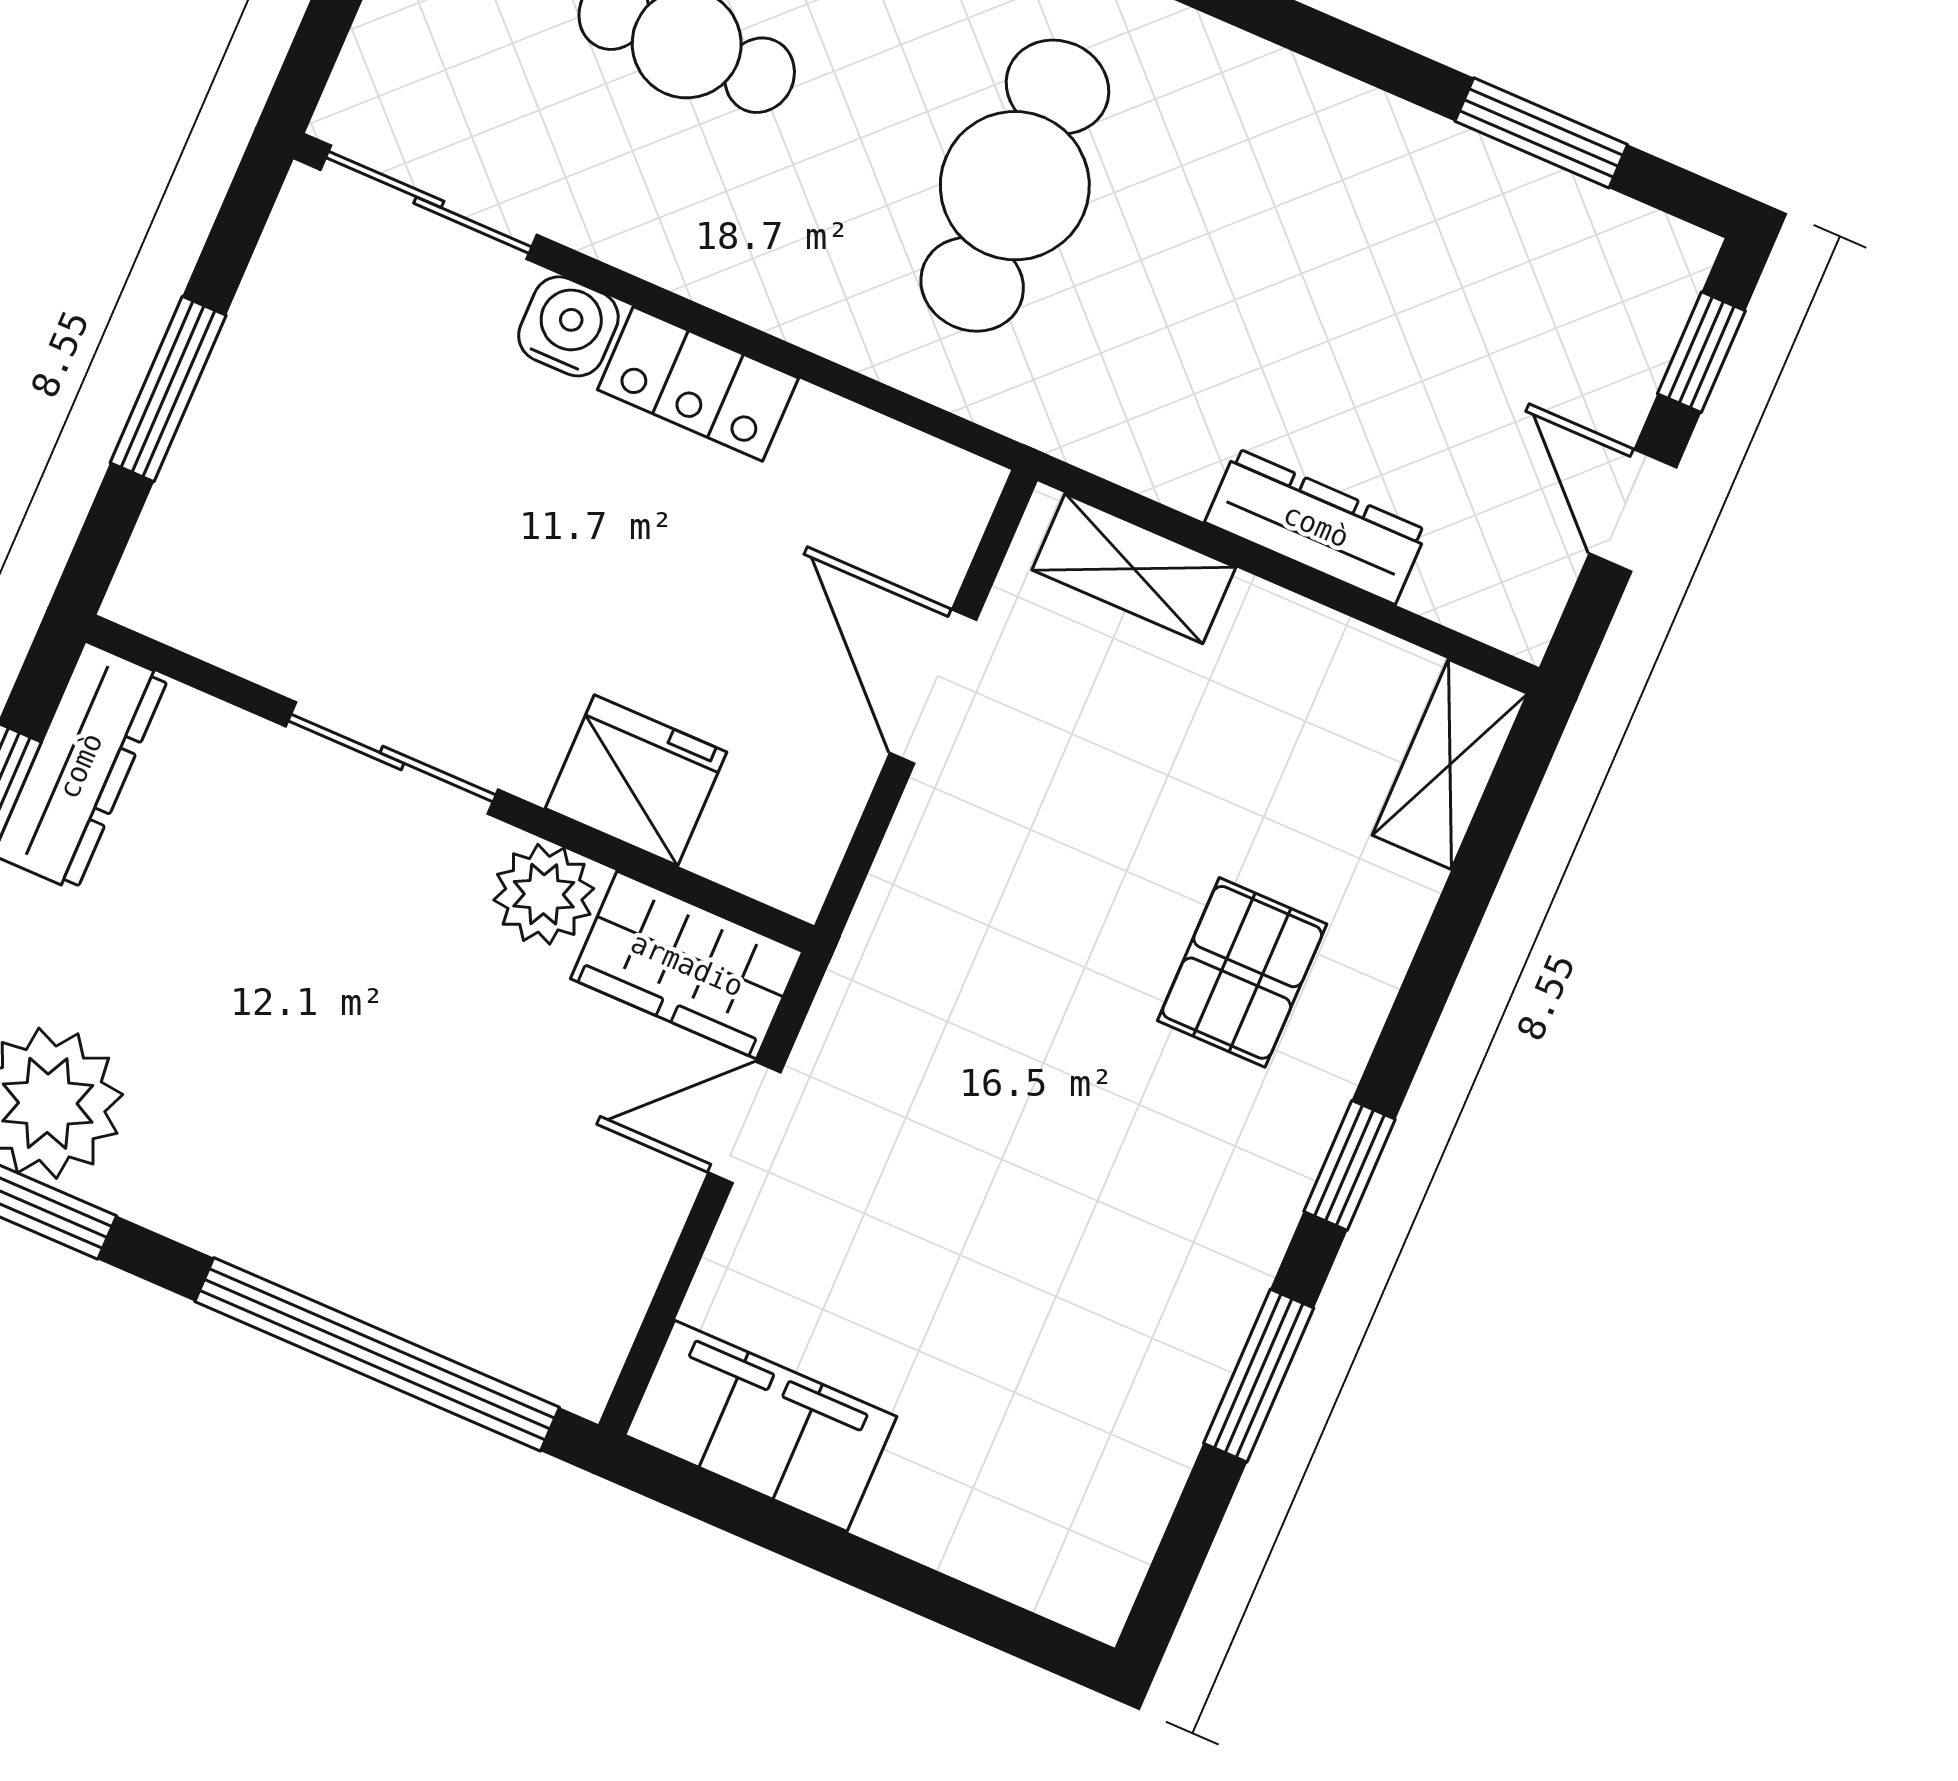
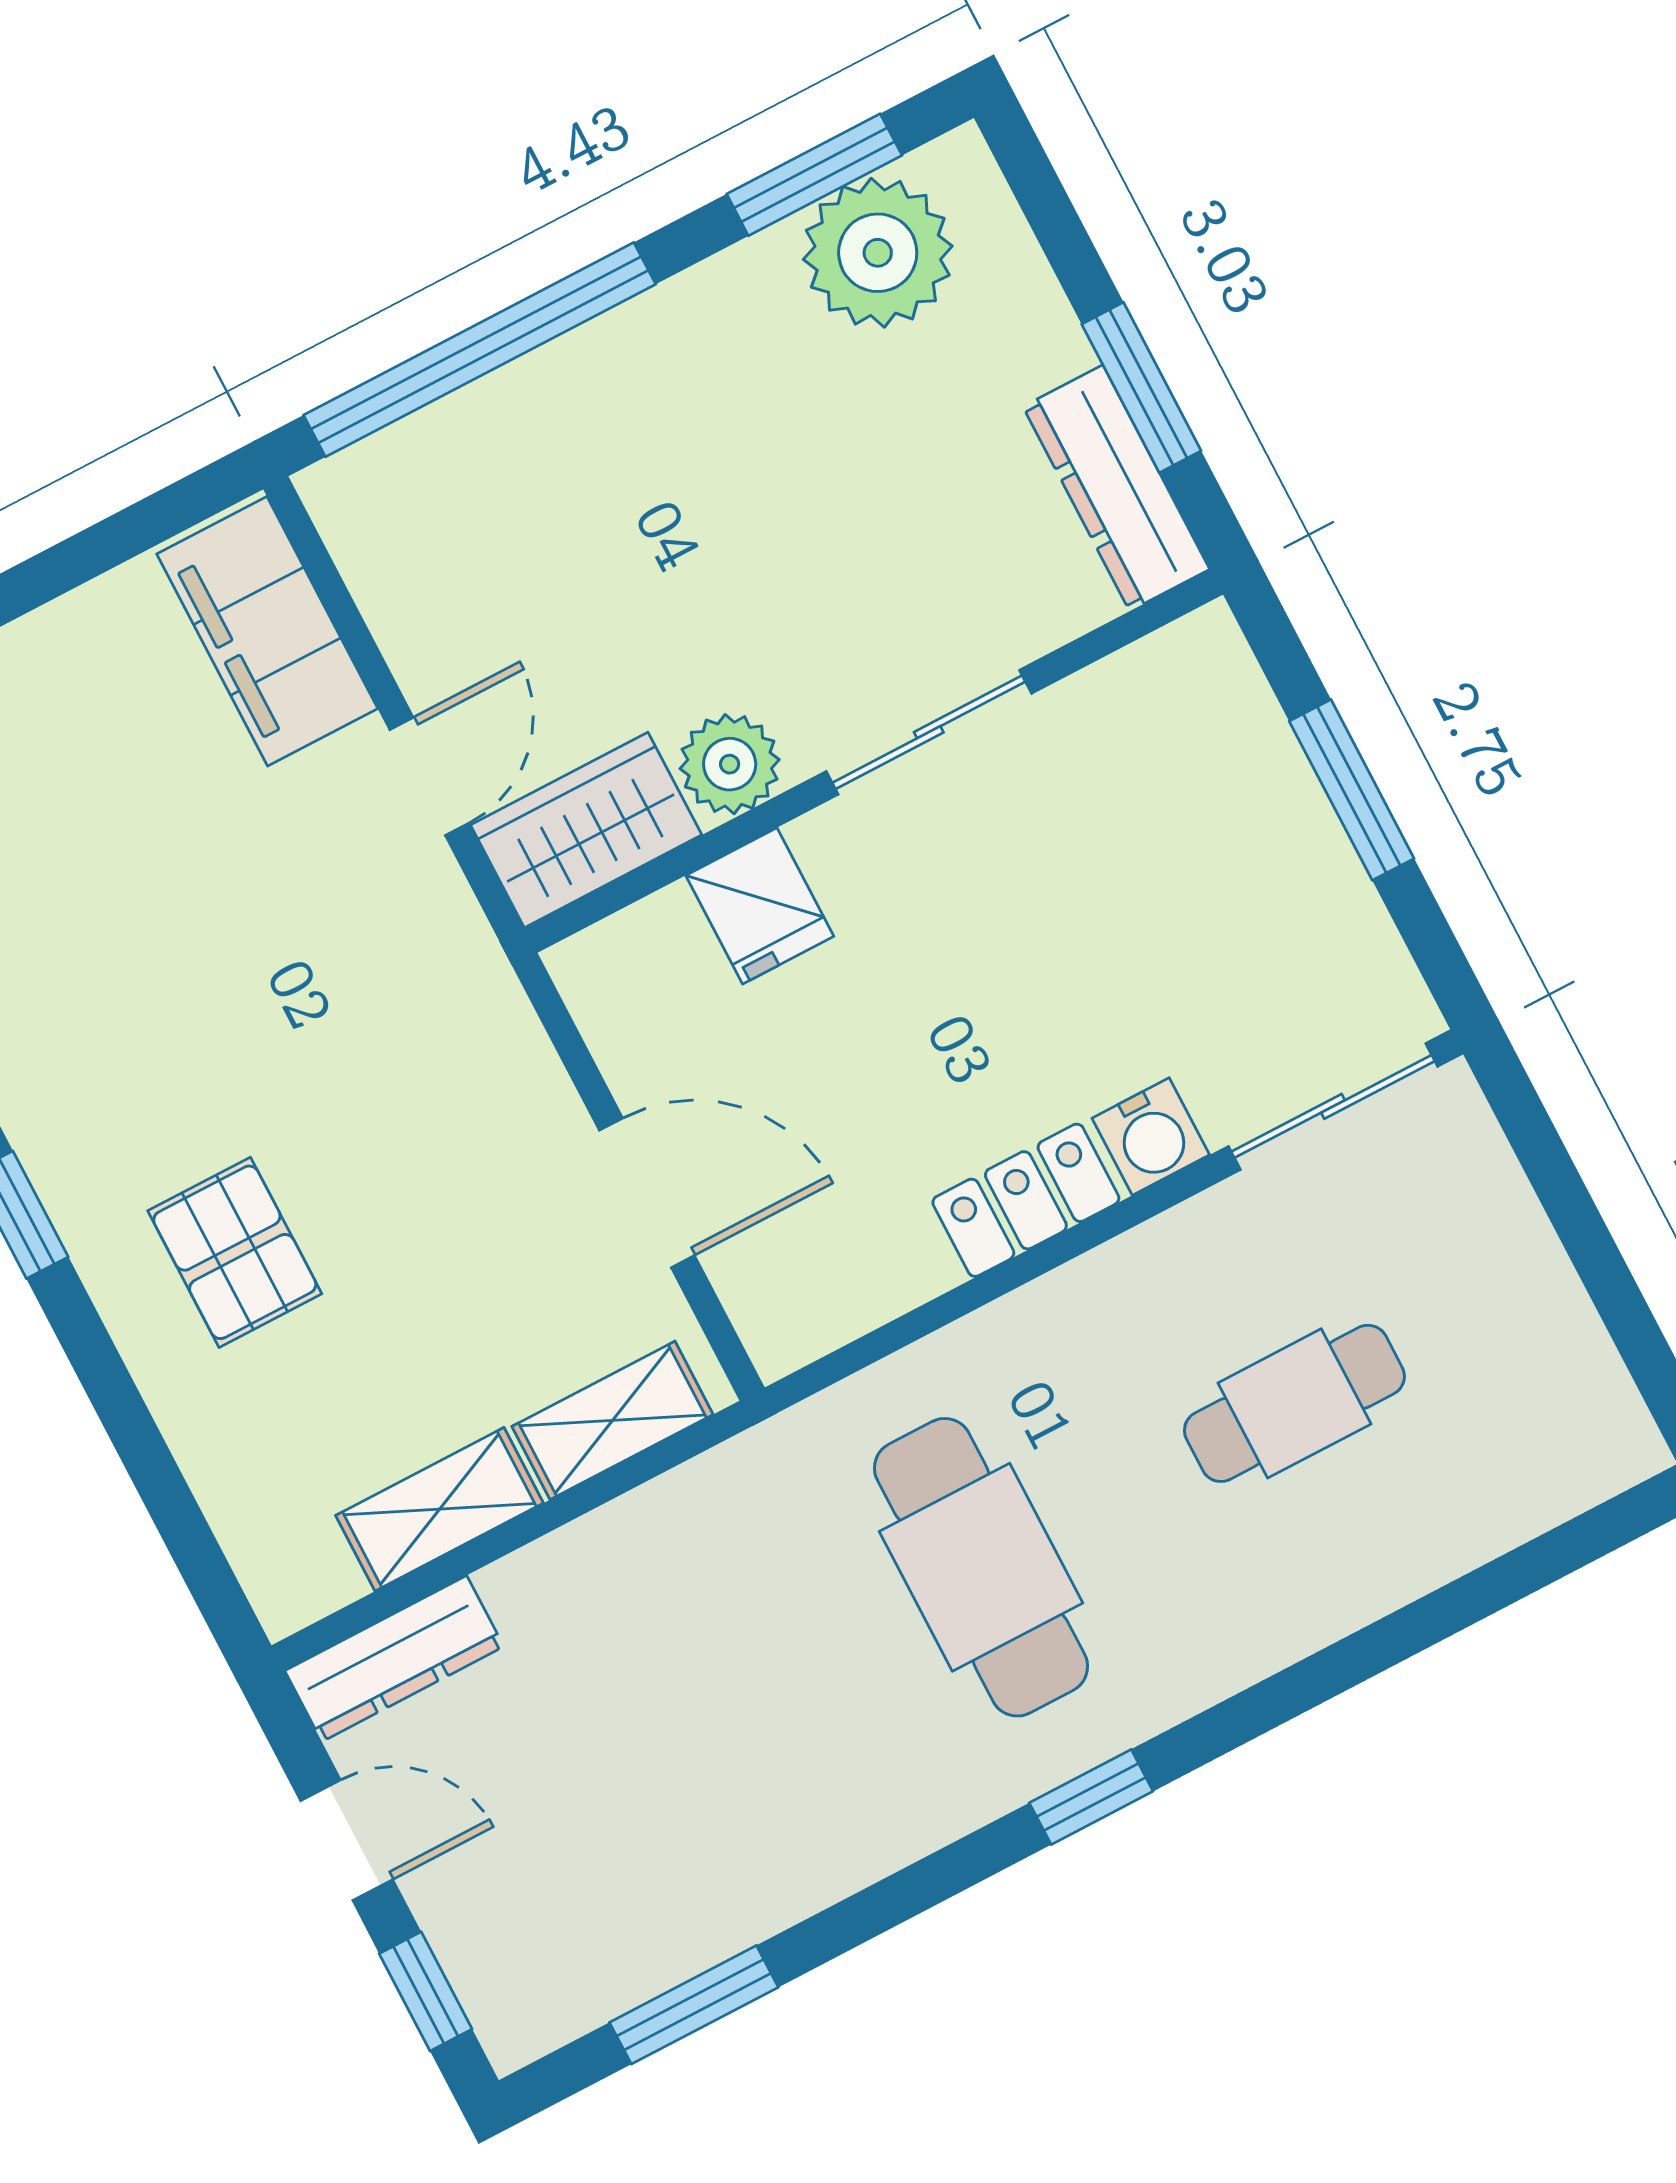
dresser: (1316, 526) -> (394, 1659), moved
shelving: (1450, 764) -> (439, 1509), moved, turned 90
fridge: (636, 780) -> (760, 906), width x0.72
filing cabinet: (761, 1426) -> (267, 631), moved, turned 90

